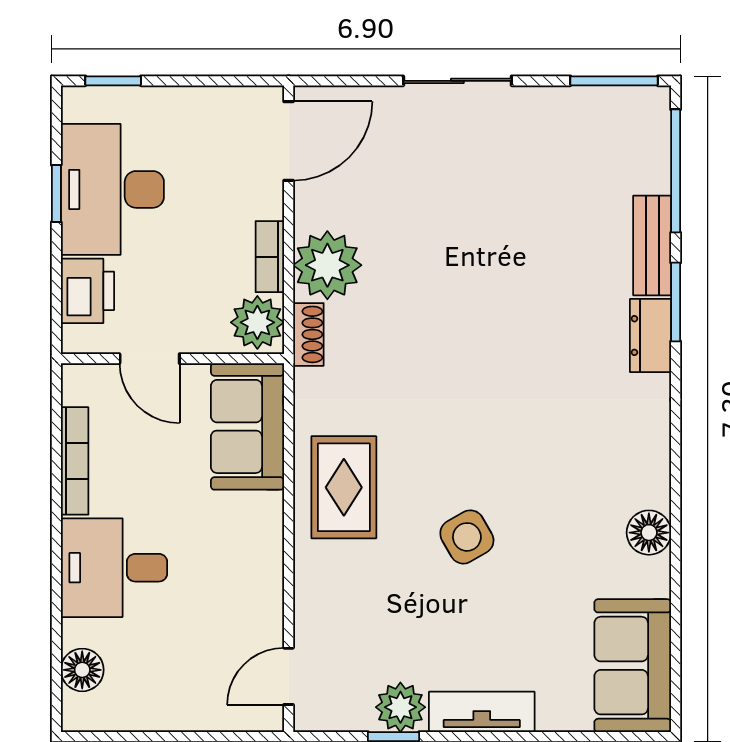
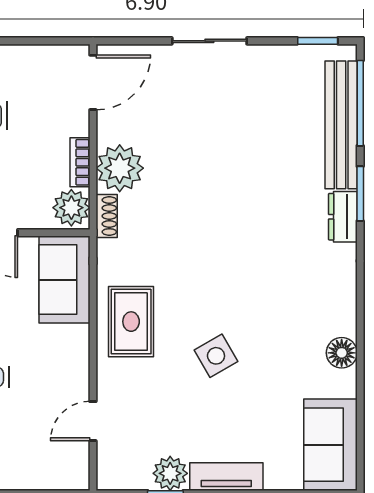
window: (614, 81) -> (318, 41), width x0.67
bench: (652, 245) -> (341, 125), width x1.86, depth x1.21
door: (289, 676) -> (93, 421), moved

